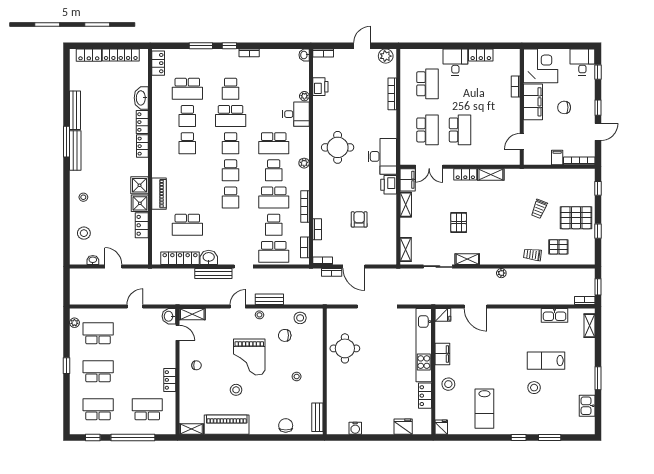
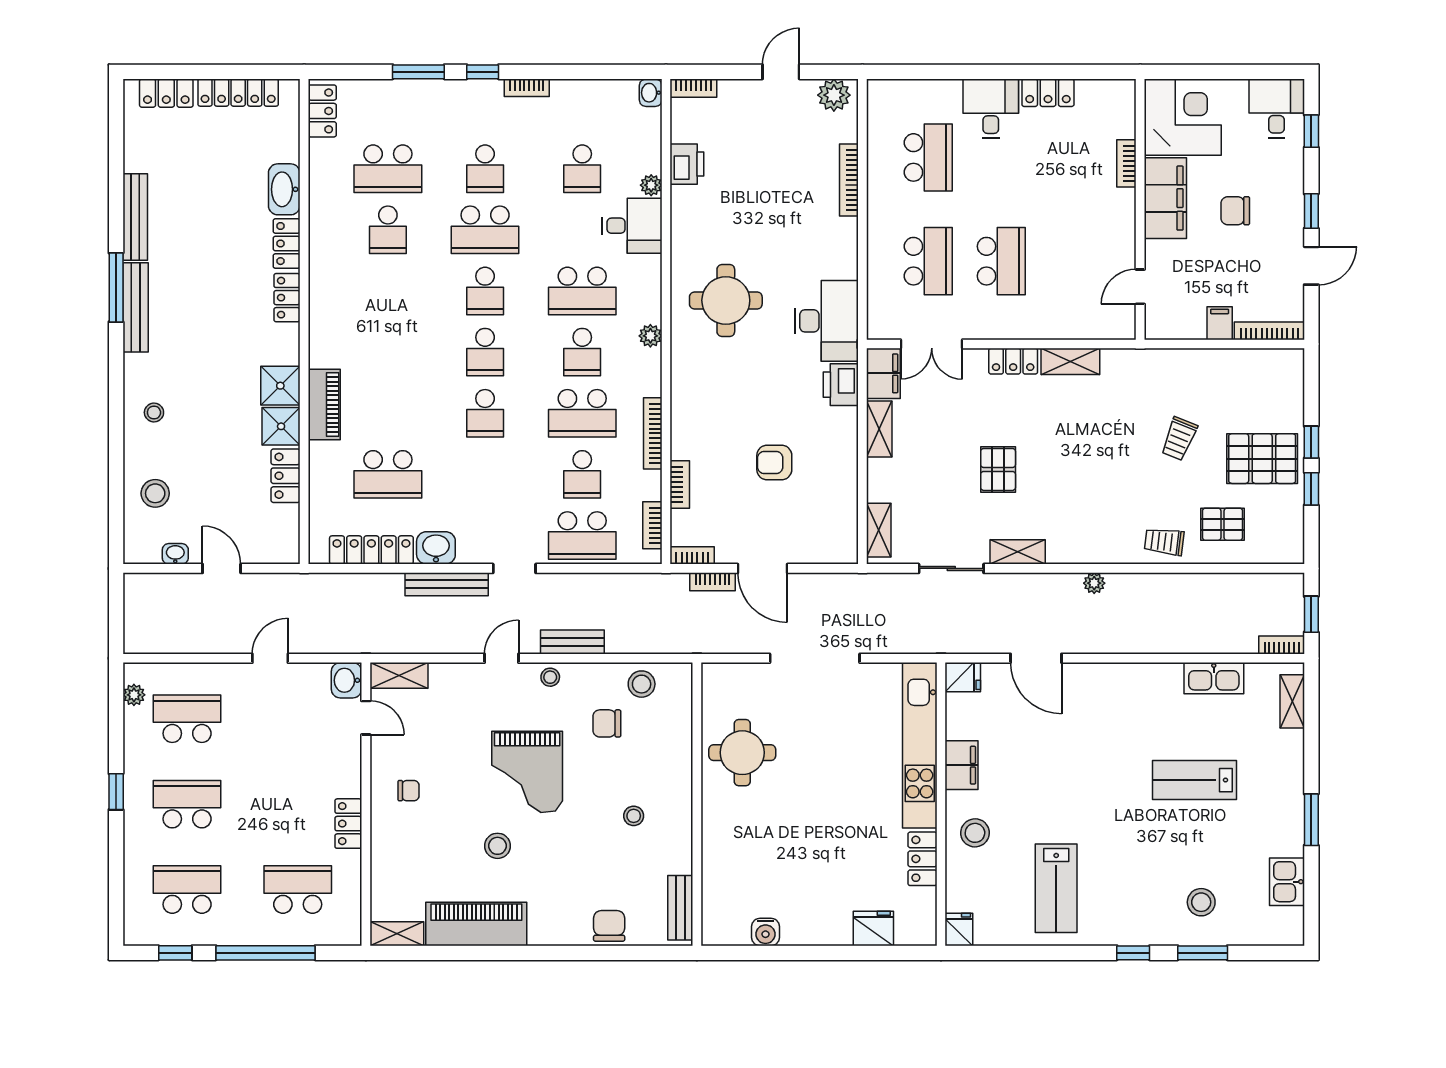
school desk: (187, 143) -> (582, 169), moved
window: (598, 188) -> (1311, 442), moved
armchair: (359, 219) -> (774, 462), turned -90
stool: (534, 388) -> (1201, 902), moved

